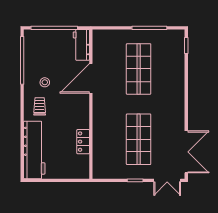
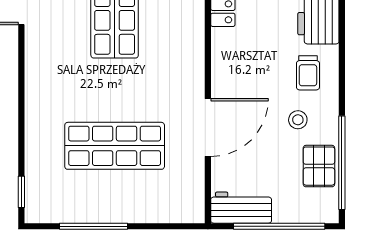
workbench: (81, 45) -> (241, 208), moved, turned -90
pallet: (34, 59) -> (319, 166), added
shop shelf: (139, 69) -> (115, 146), turned 90

